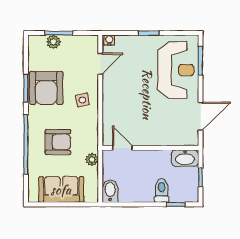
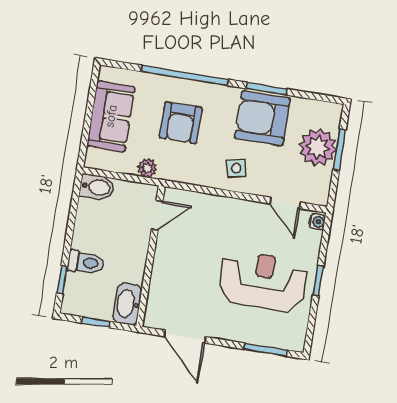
plant: (53, 42) -> (318, 147), width x1.87, depth x1.87
reception desk: (176, 70) -> (263, 281), moved, turned 180

